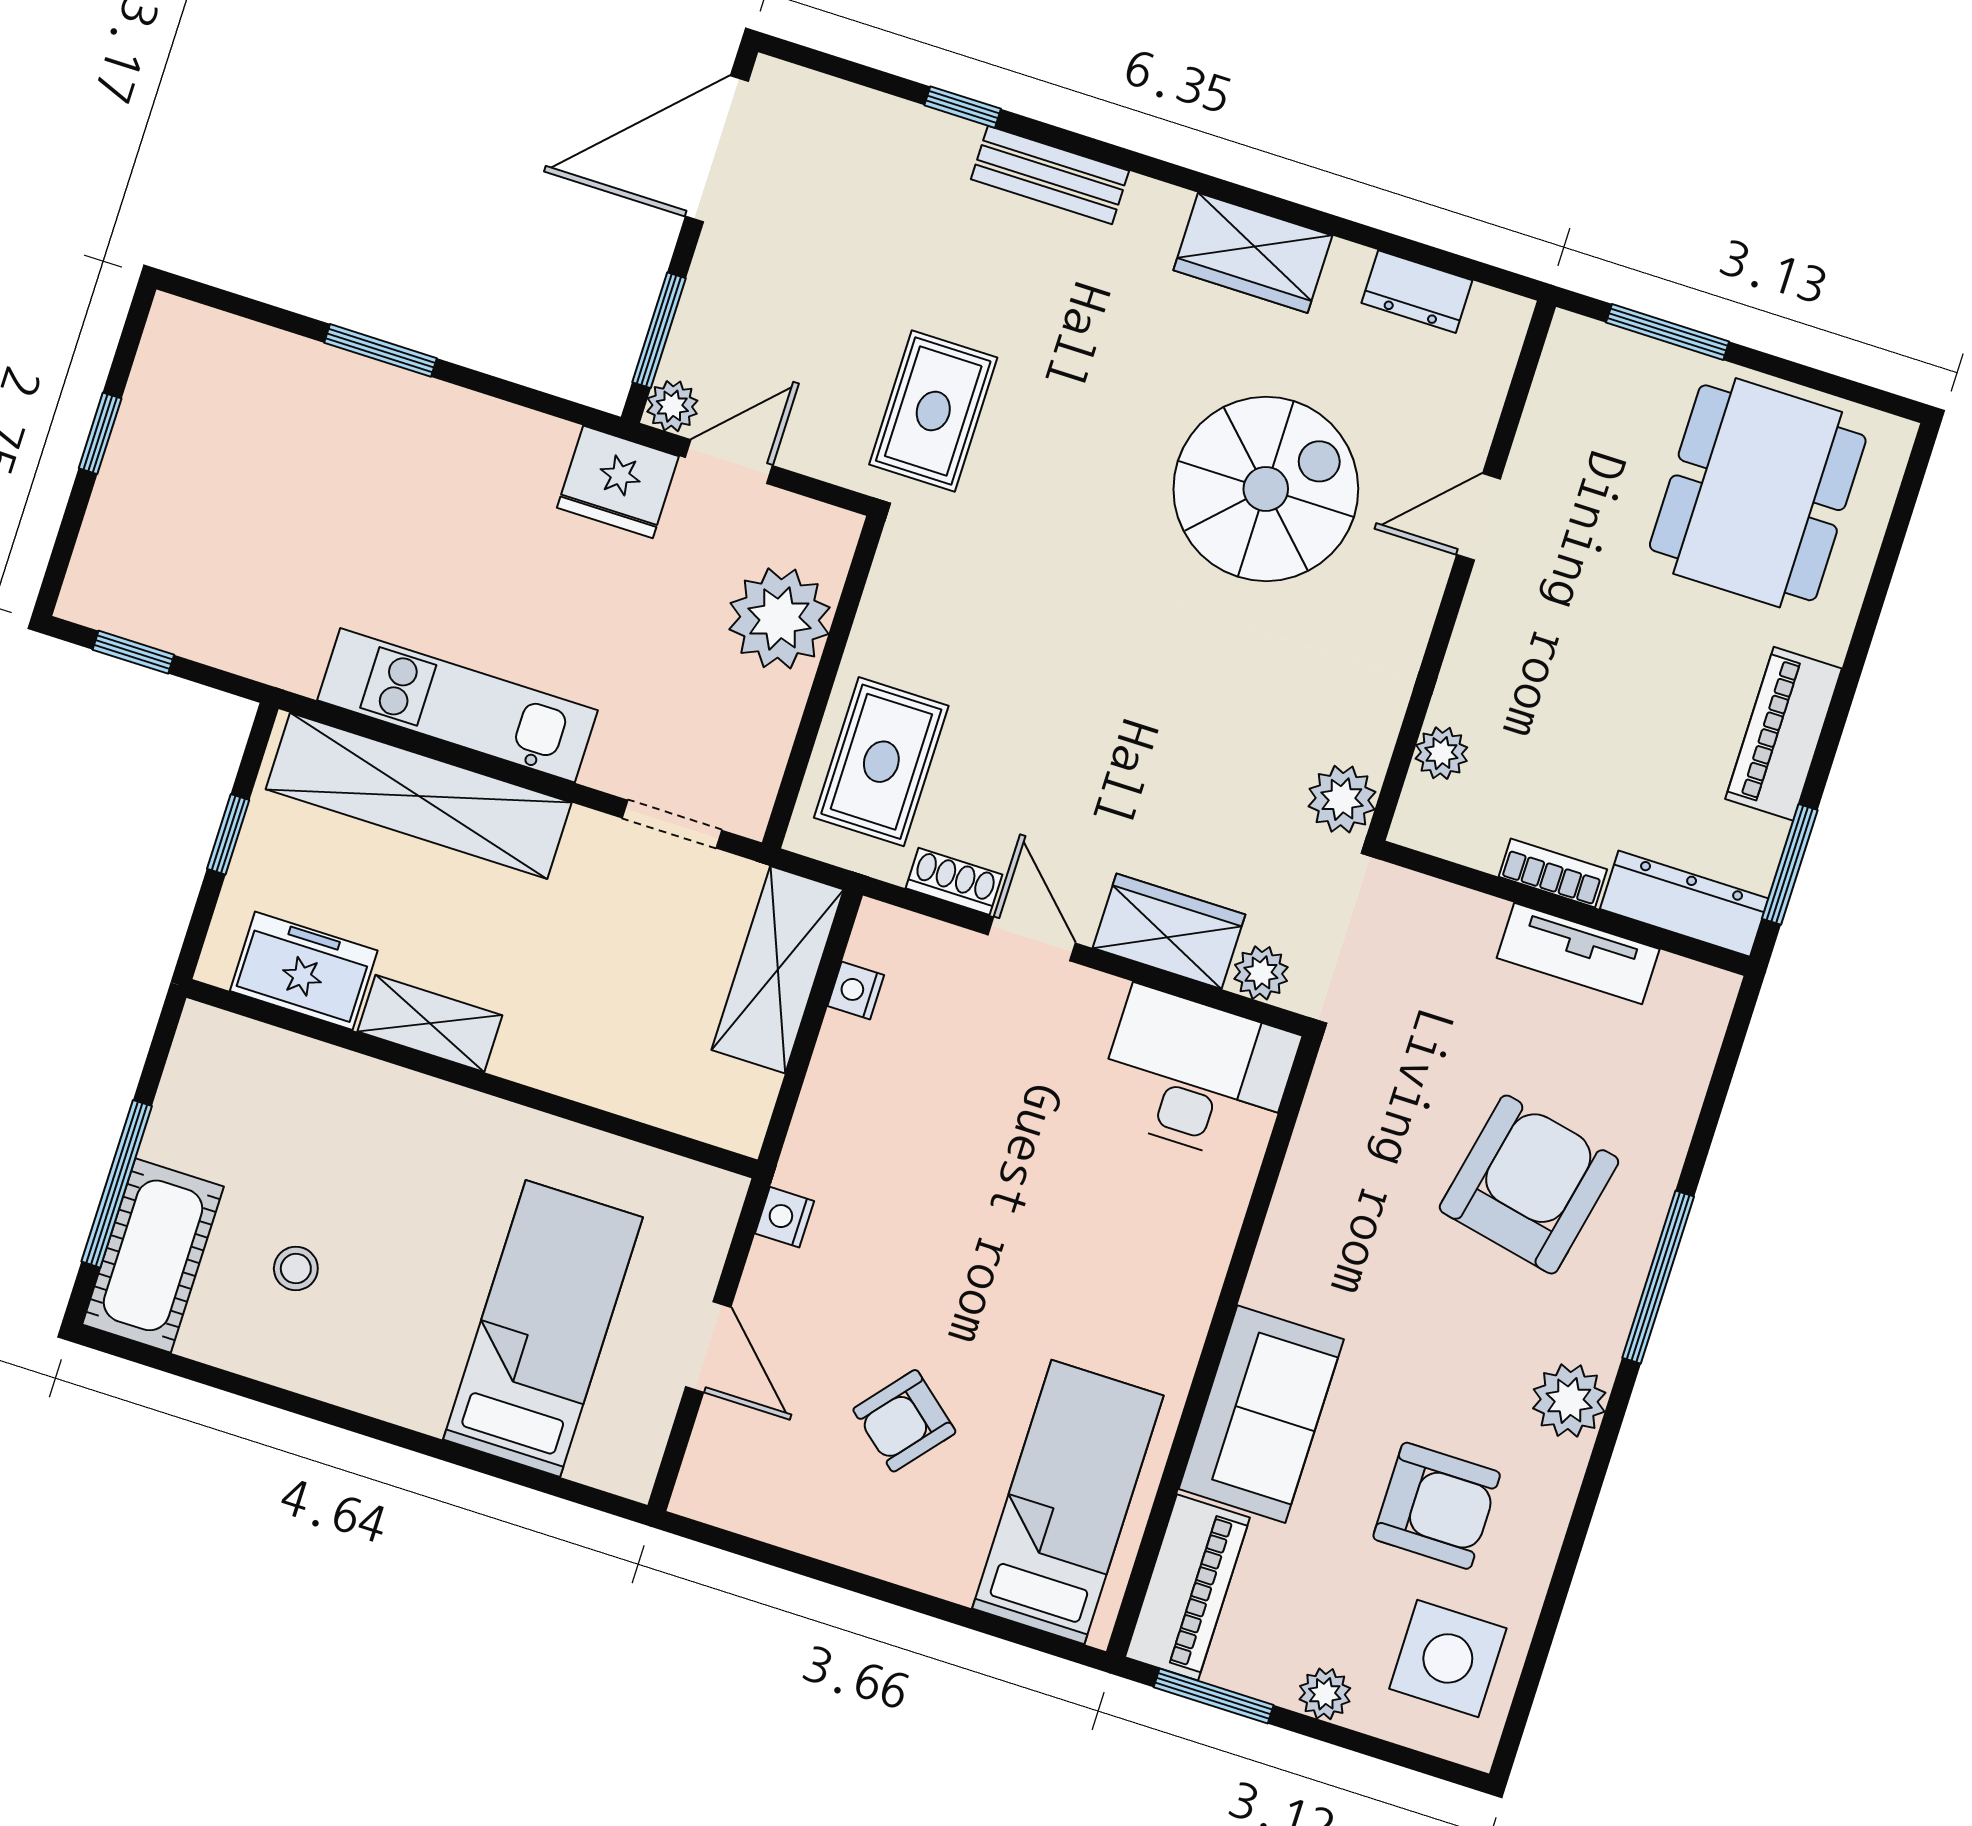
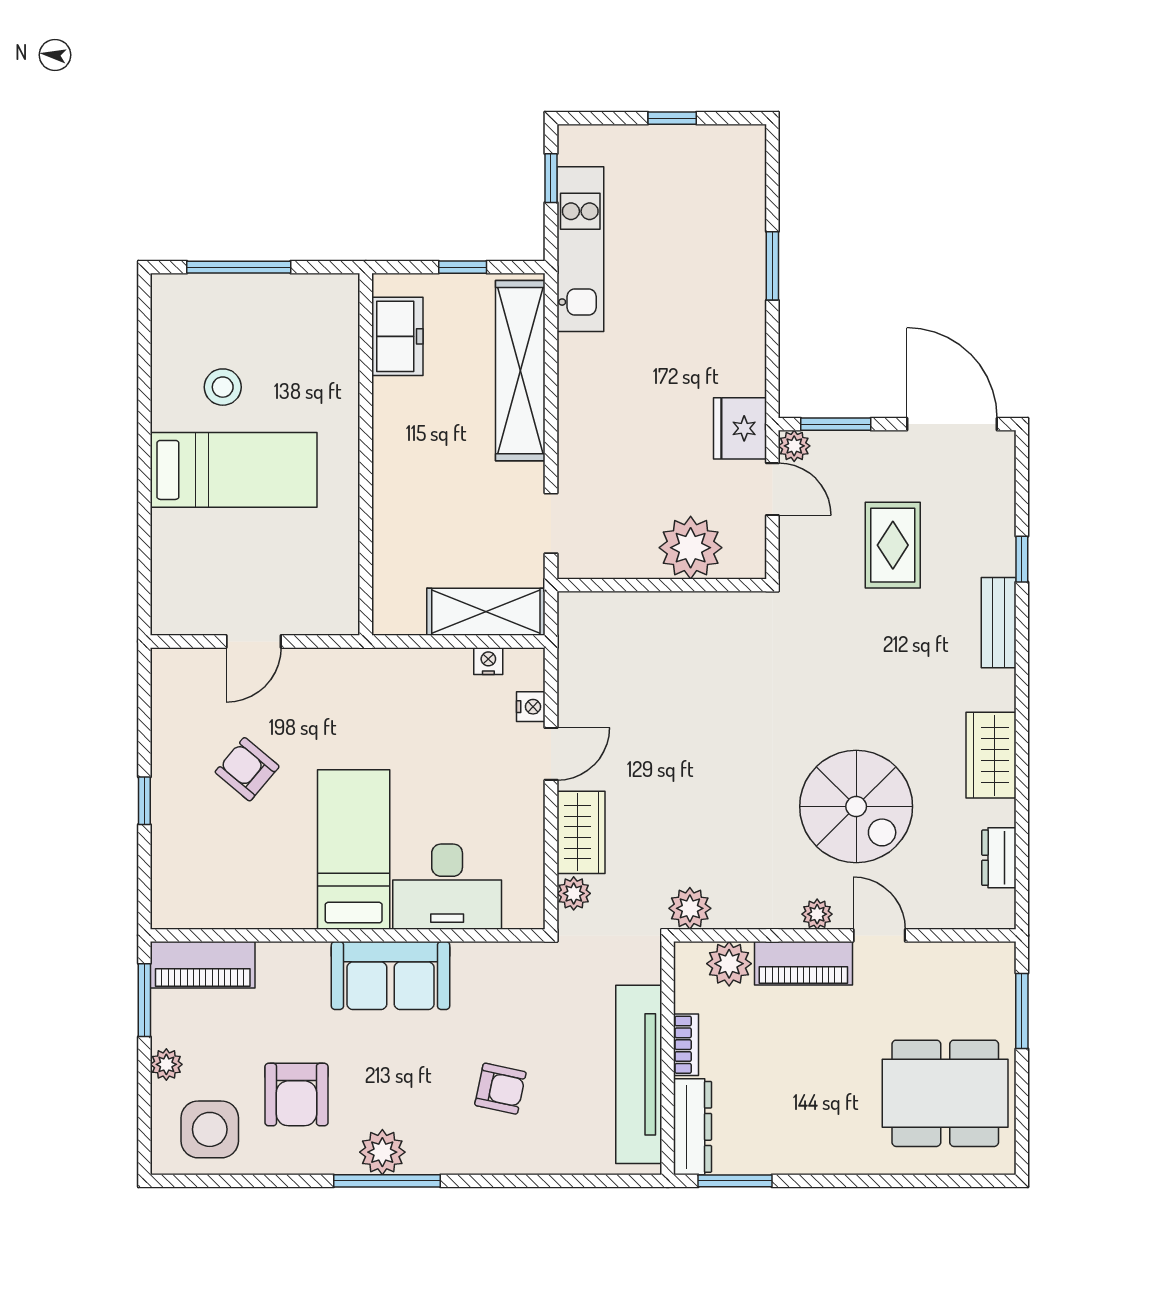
rug: (933, 411) -> (893, 545), moved, turned 90
plant: (1414, 604) -> (817, 914), added
kitchen unit: (458, 705) -> (580, 249), moved
piano: (1784, 734) -> (803, 963), moved, turned 180
plant: (1441, 753) -> (729, 964), width x1.38, depth x1.38
rug: (881, 762) -> (626, 633), removed
shoe rack: (954, 881) -> (570, 698), removed
tv unit: (1578, 954) -> (639, 1074), width x1.92, depth x1.29
shelving: (430, 1023) -> (390, 420), removed
desk: (1197, 1075) -> (447, 887), moved, turned 90
armchair: (1529, 1185) -> (500, 1089), width x0.53, depth x0.53
nightstand: (784, 1217) -> (531, 707), moved, turned 90
cot: (153, 1255) -> (204, 302), removed
stool: (296, 1268) -> (223, 387), width x1.37, depth x1.37
window: (1658, 1277) -> (387, 1181), moved
bed: (543, 1328) -> (234, 470), moved
sofa: (1261, 1414) -> (391, 976), moved
bed: (1068, 1502) -> (354, 850), moved, turned -90
window: (902, 1597) -> (144, 801), added

